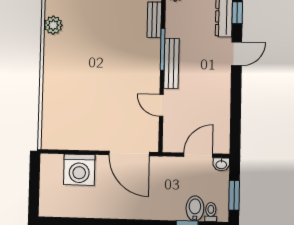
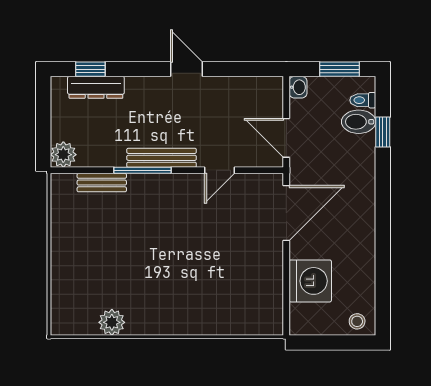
door: (237, 54) -> (186, 69), moved
door: (198, 155) -> (286, 138), moved
stool: (49, 203) -> (357, 321), added

